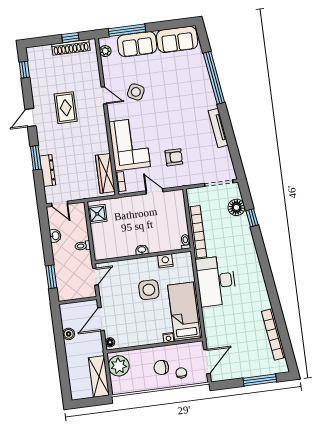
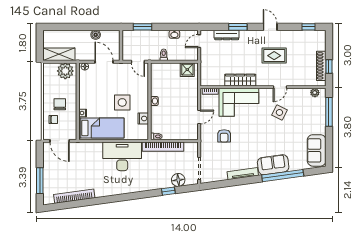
sofa: (137, 44) -> (273, 165), moved, turned 82
wardrobe: (105, 173) -> (240, 80), moved

